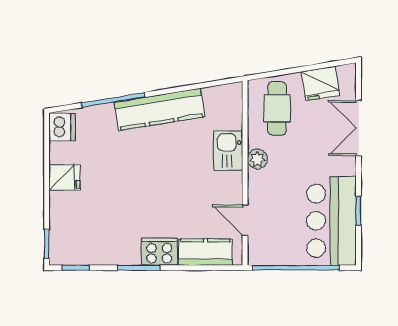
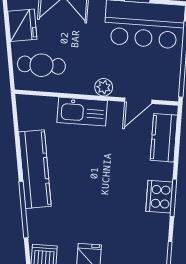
kitchen sink: (228, 150) -> (82, 112), width x1.38
plant: (257, 159) -> (104, 87), moved
cooker: (159, 252) -> (159, 197), moved

